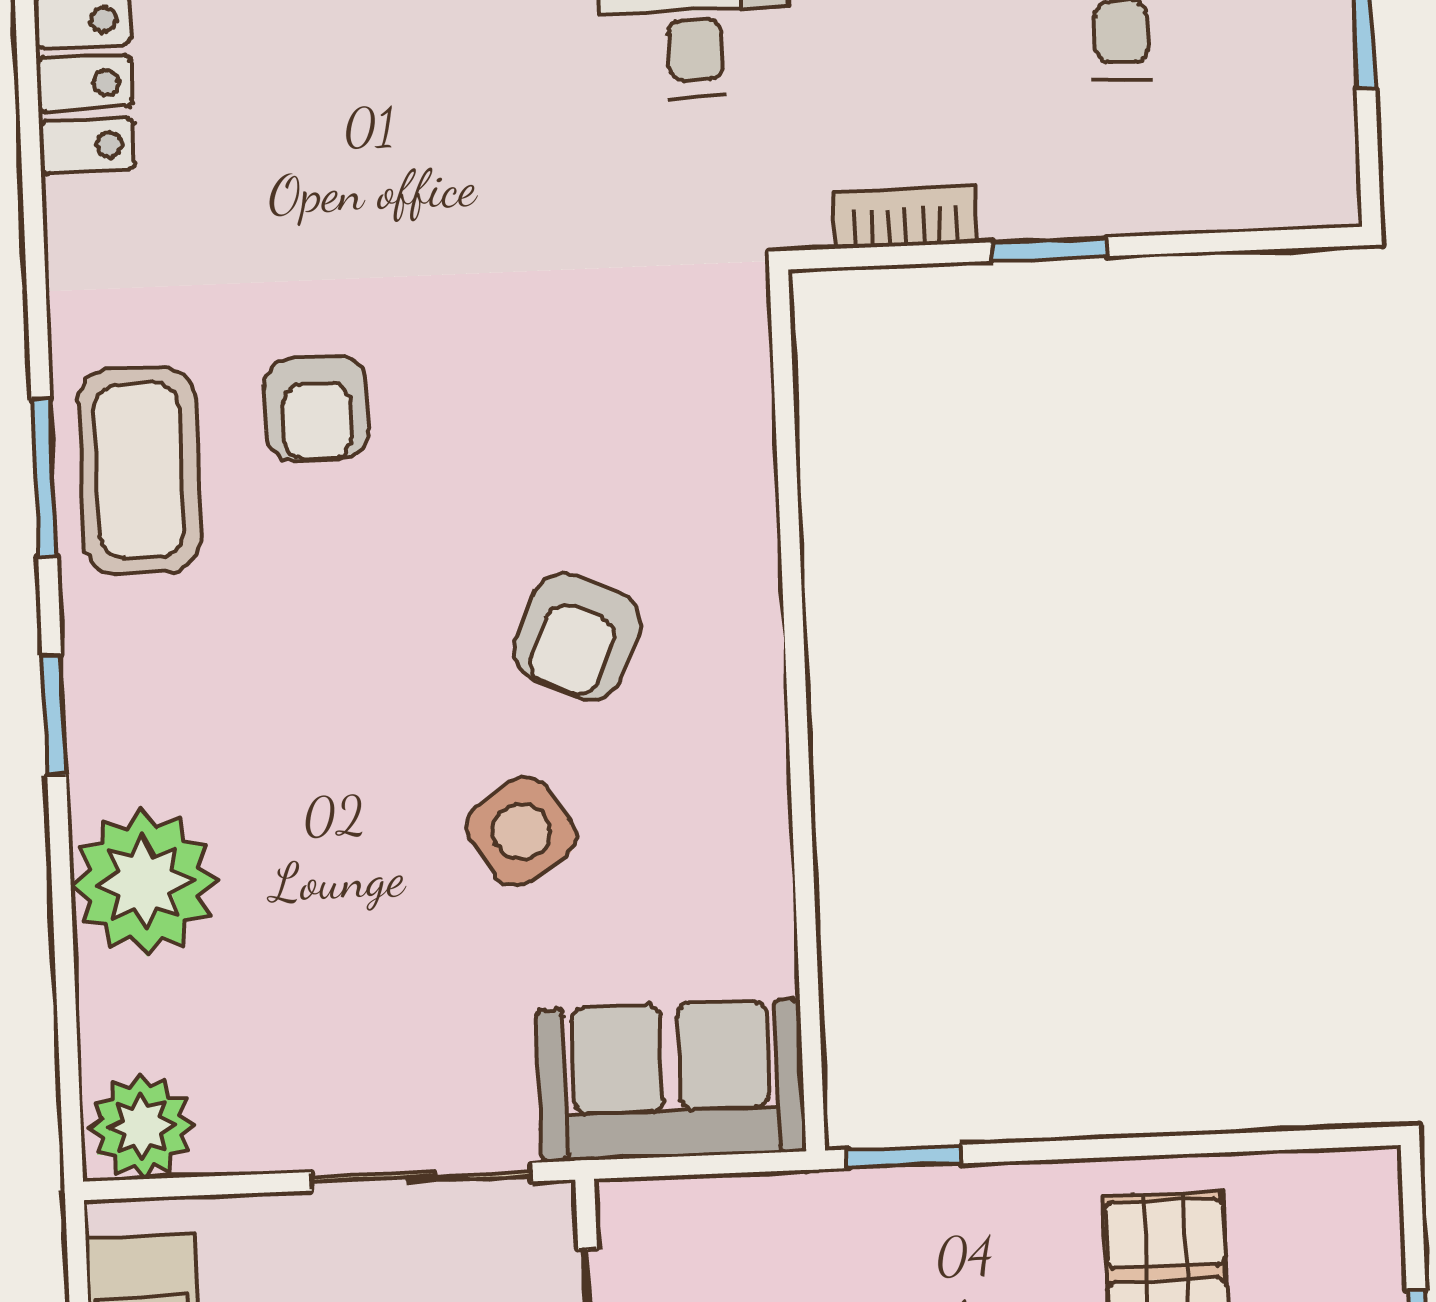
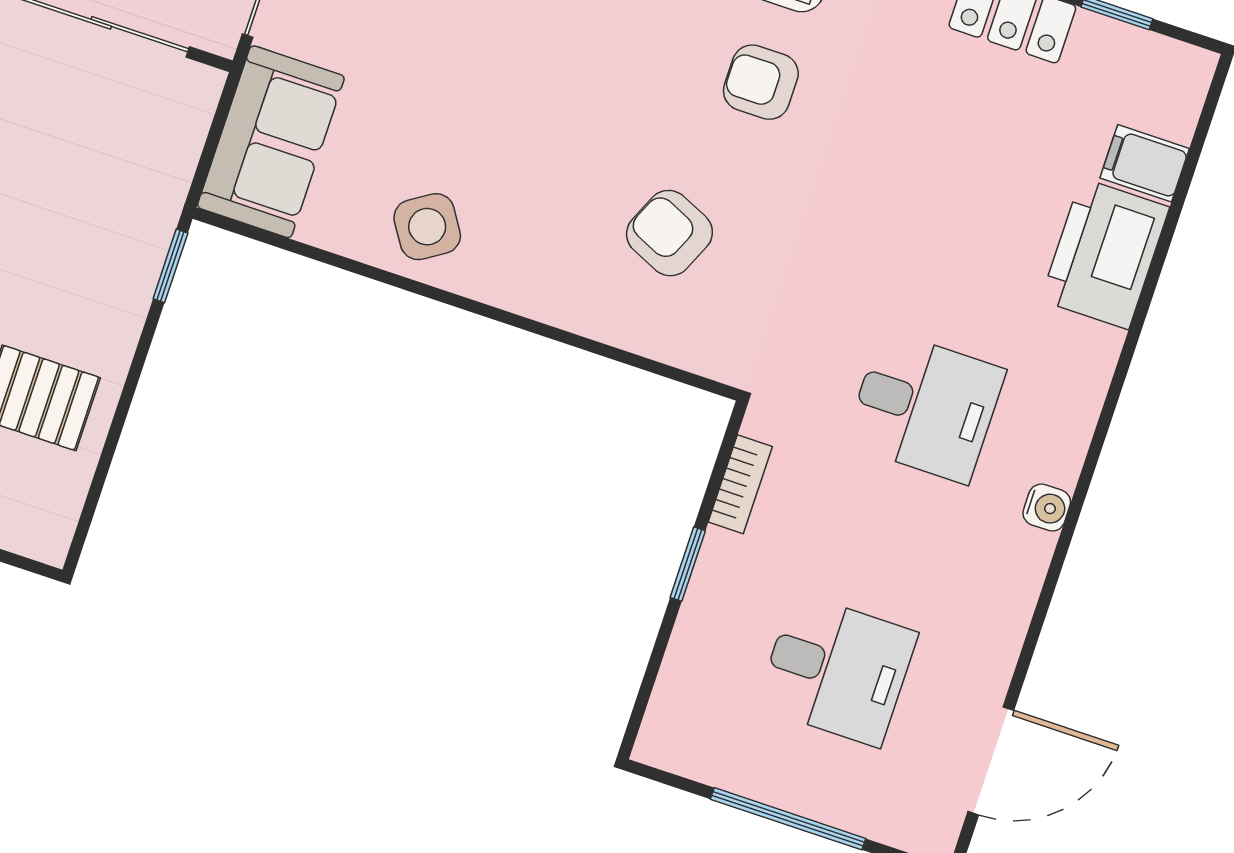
armchair: (577, 637) -> (669, 233), moved
side table: (521, 832) -> (427, 227), moved

